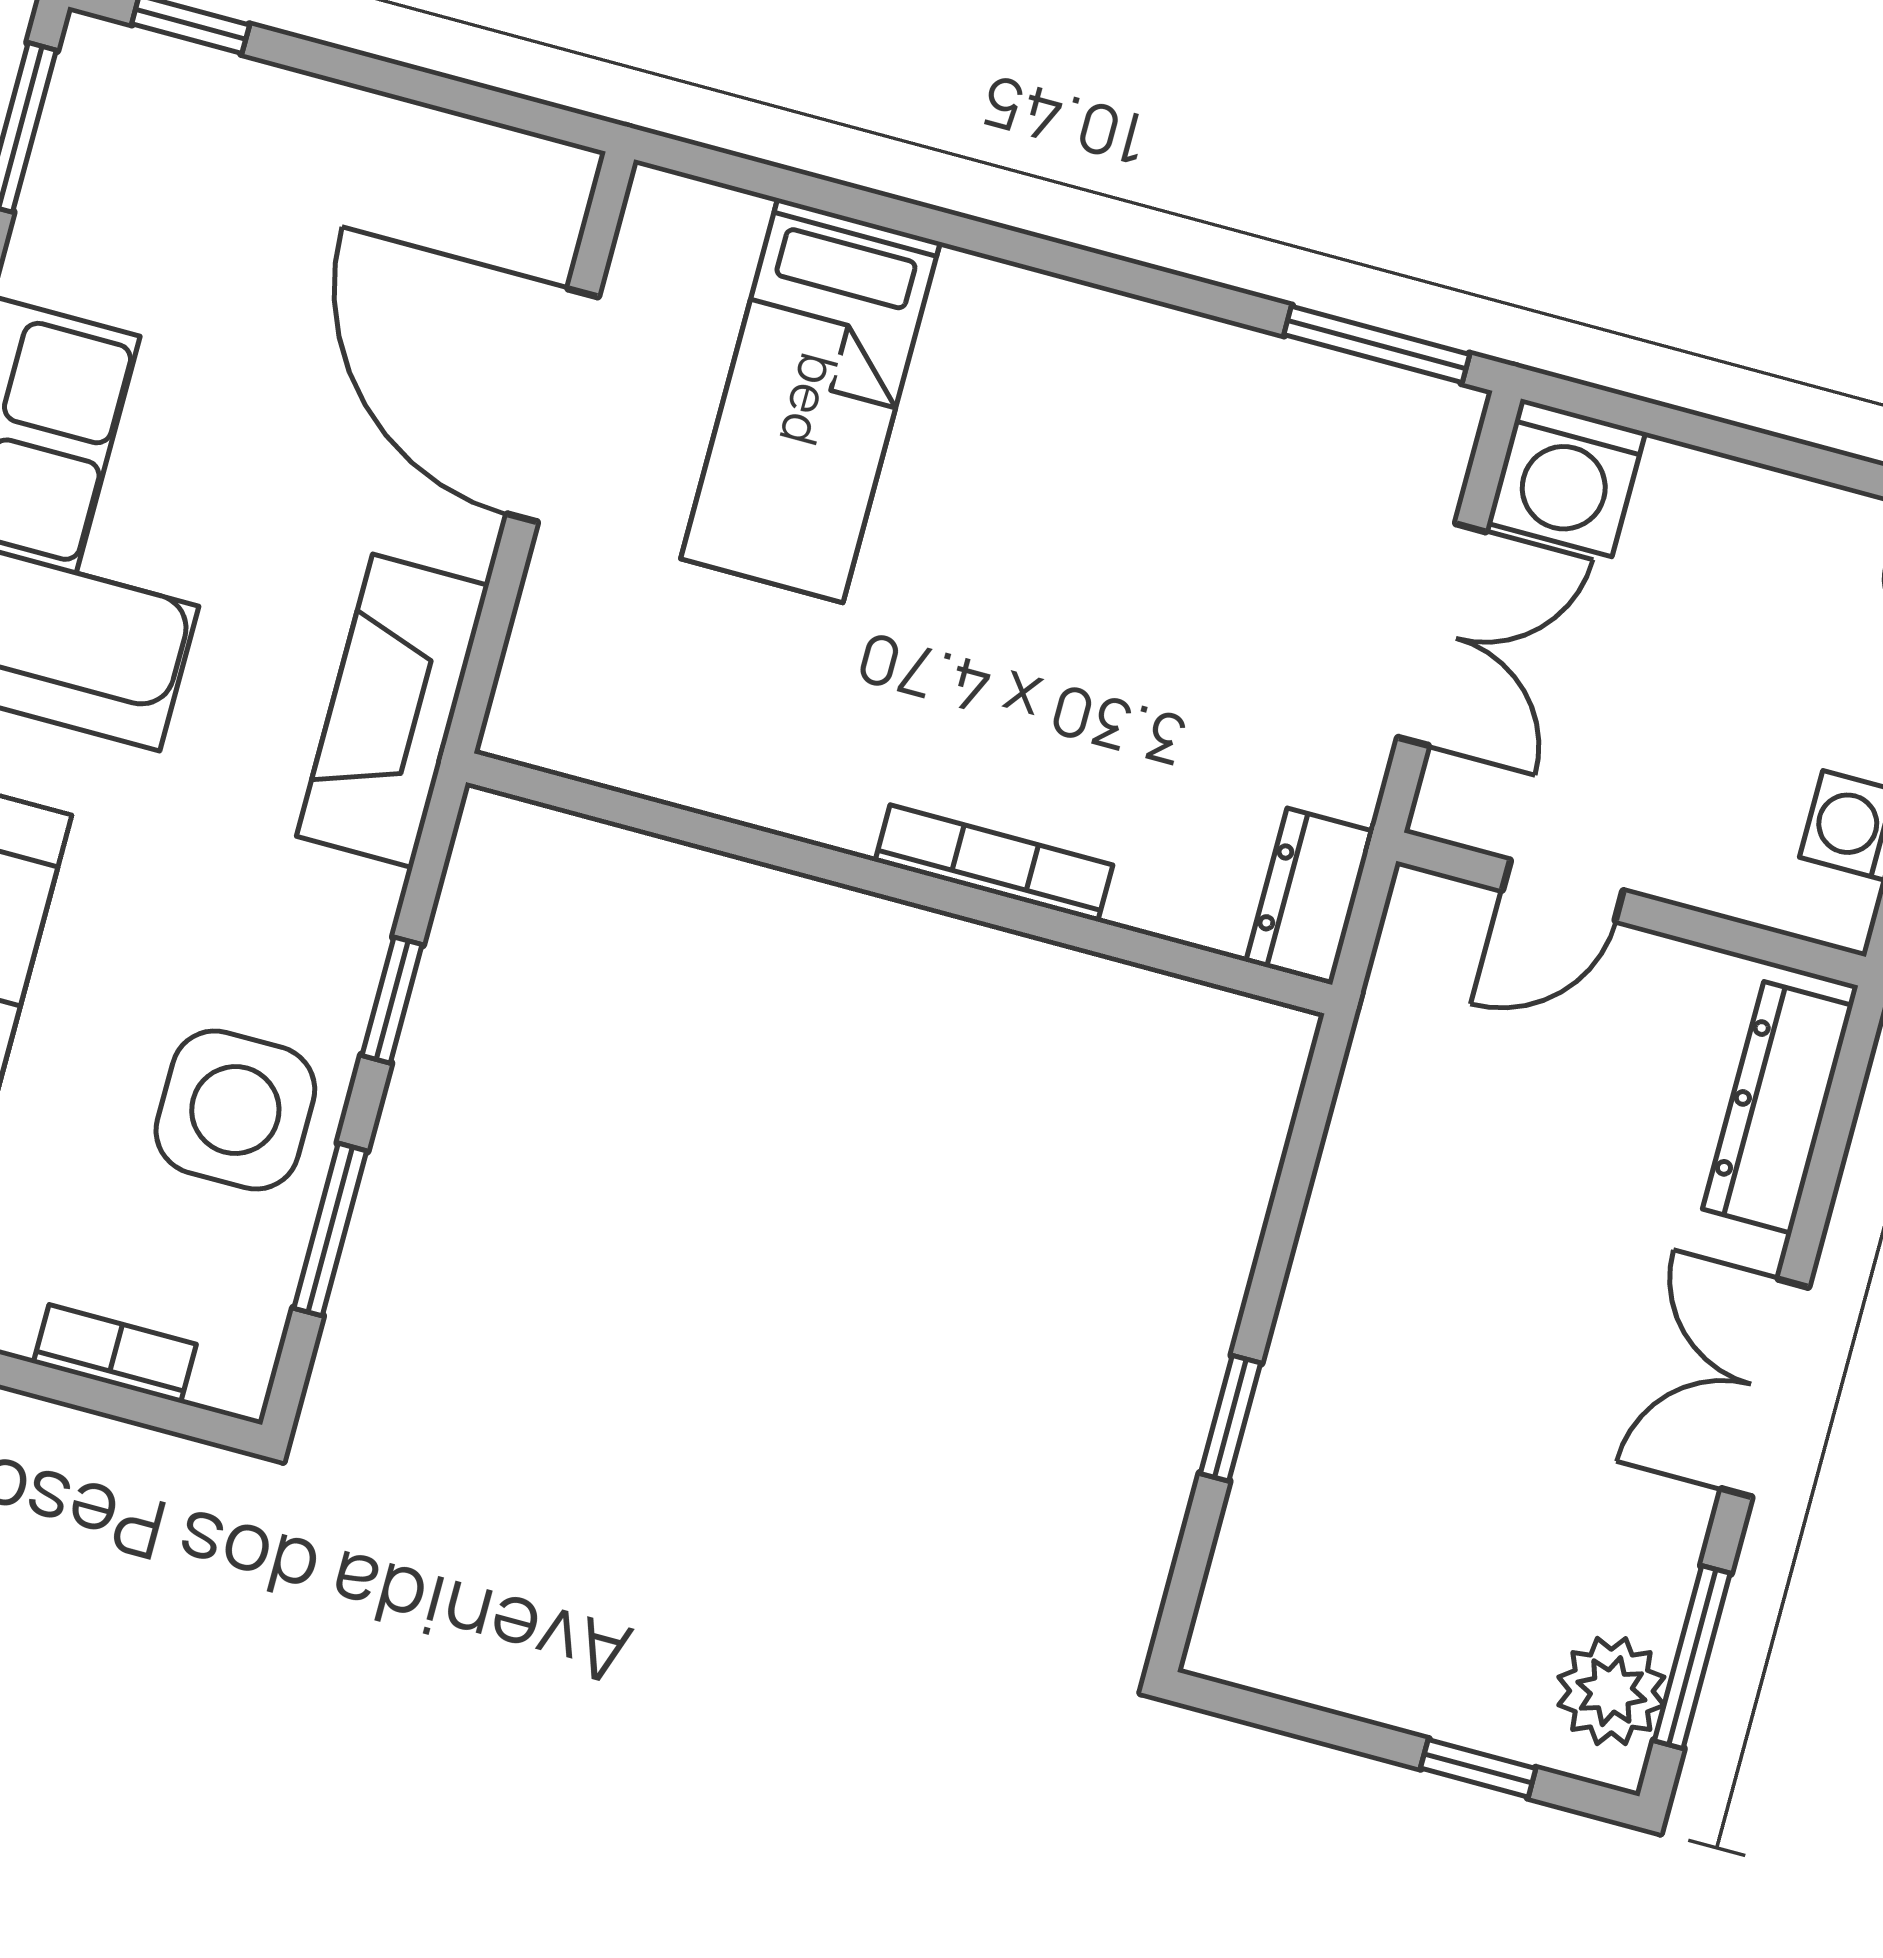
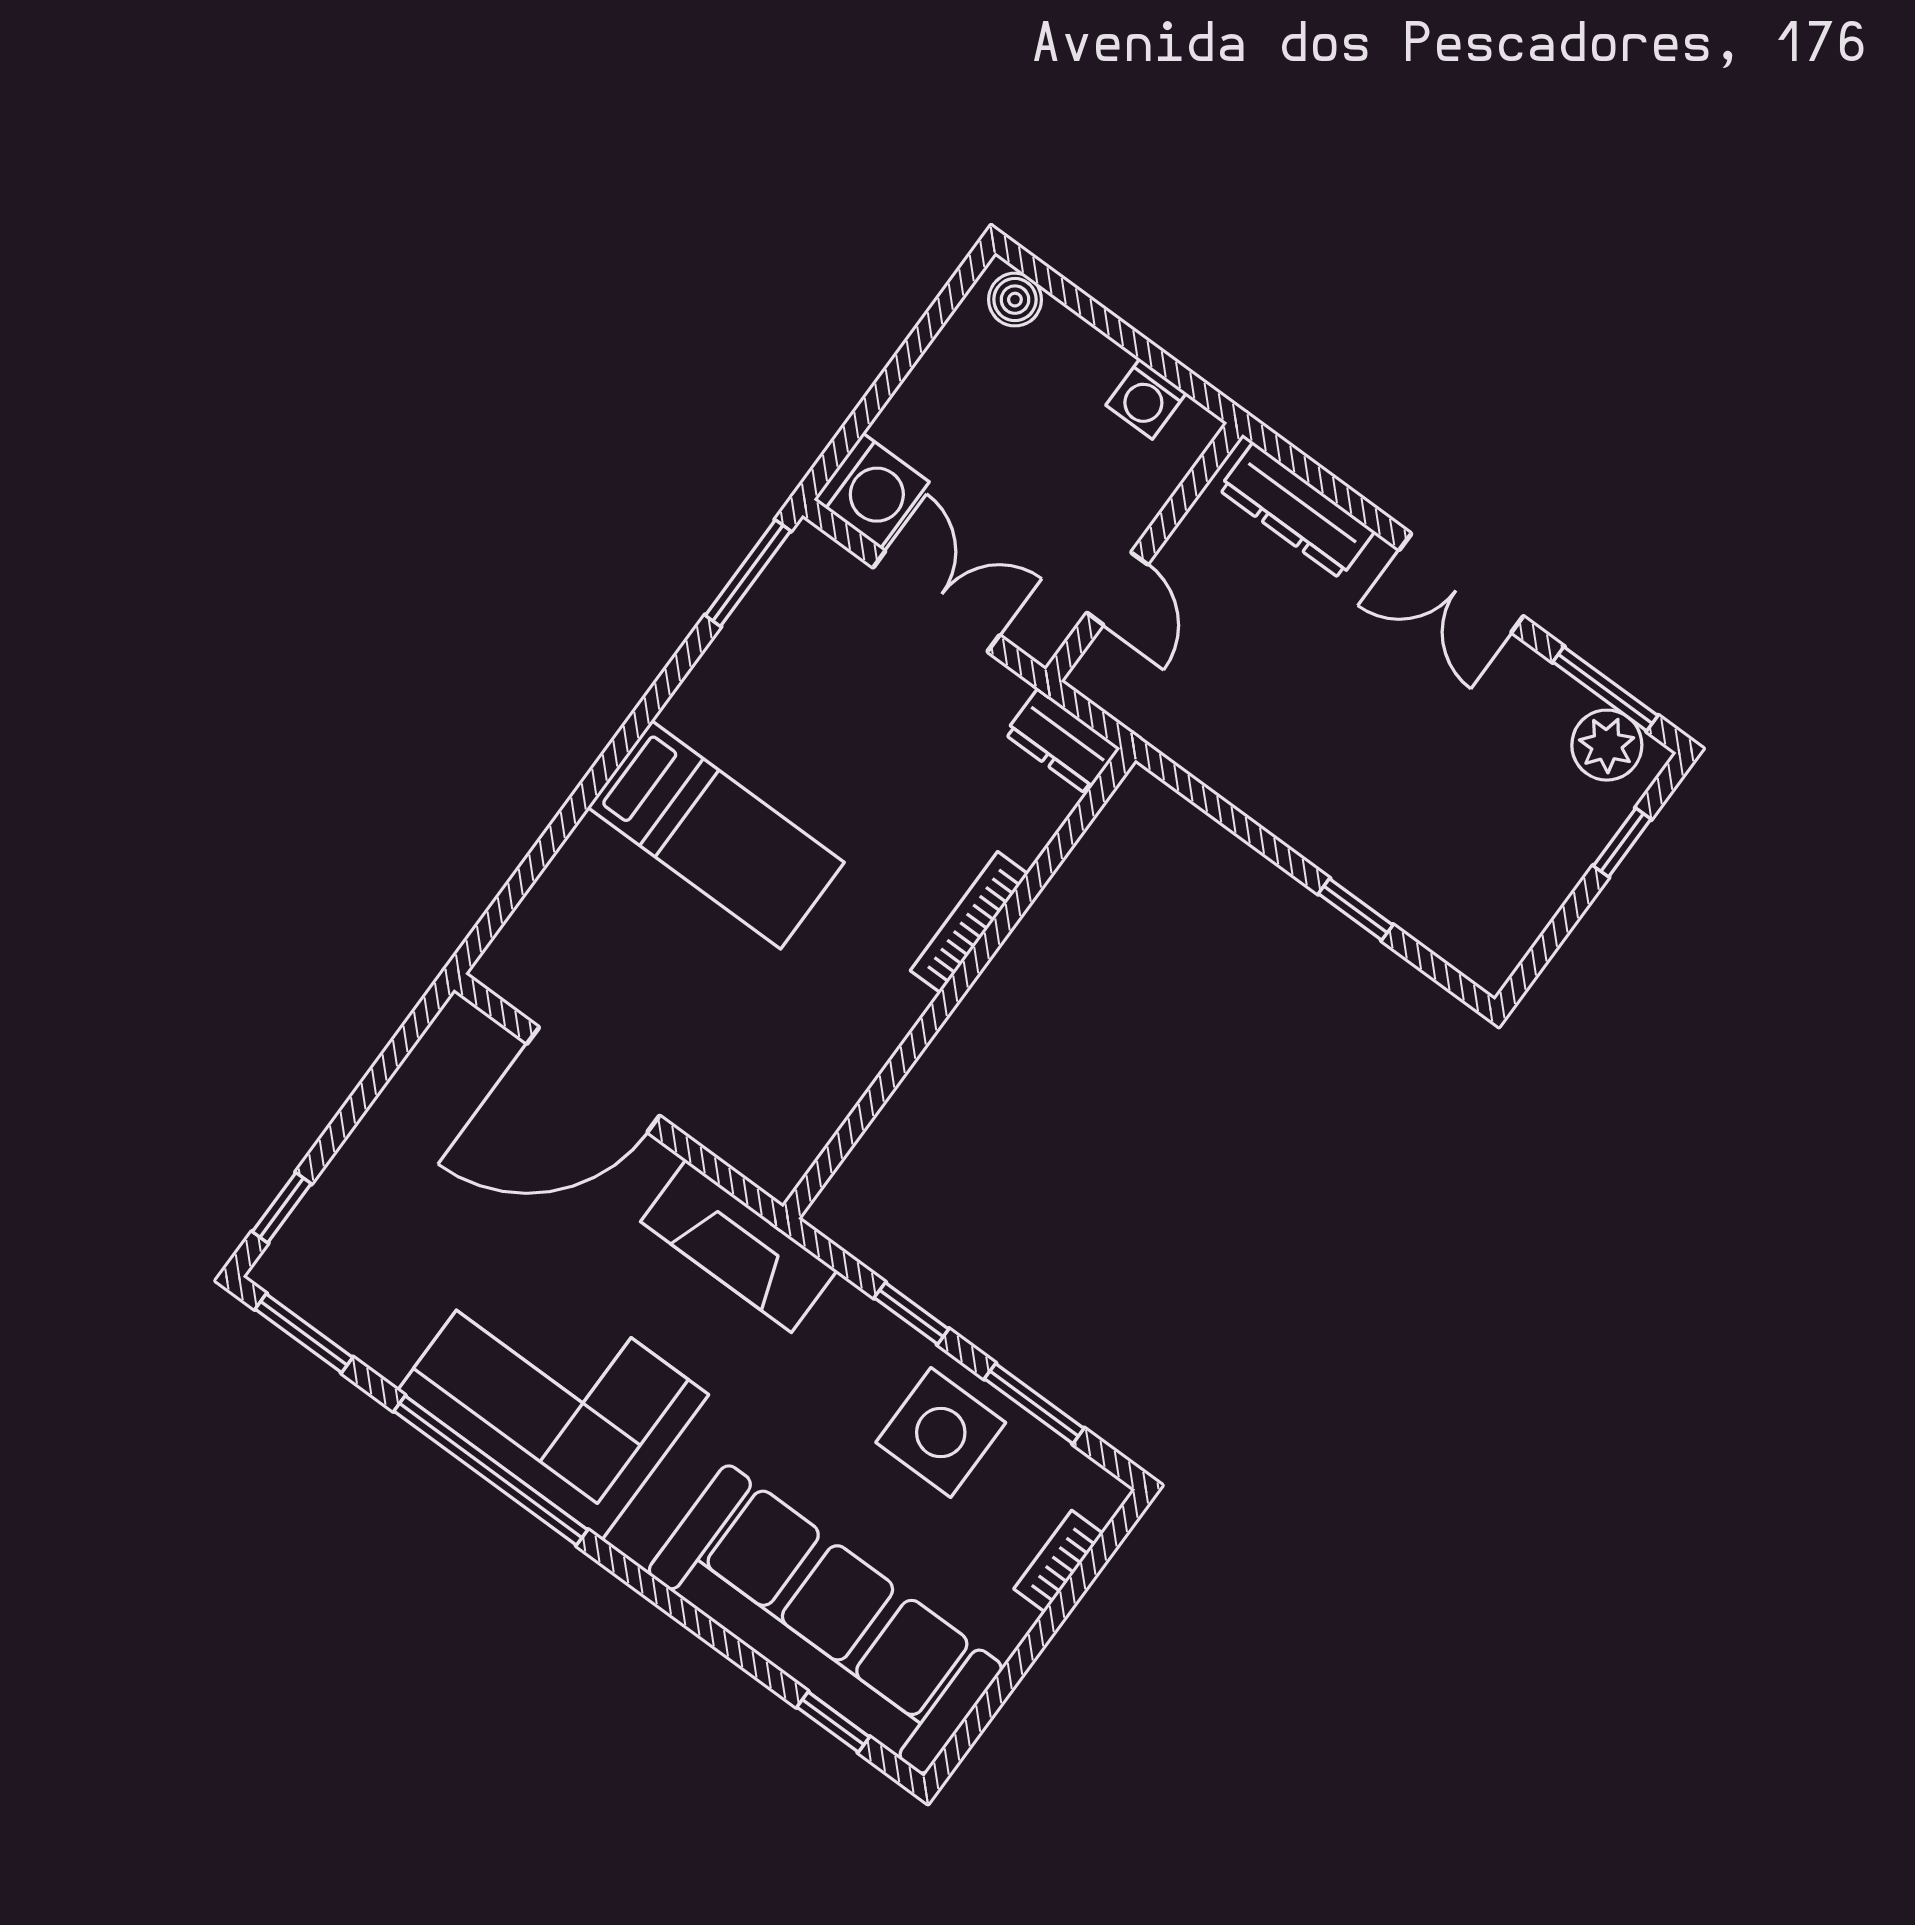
bed: (810, 400) -> (716, 835), moved

